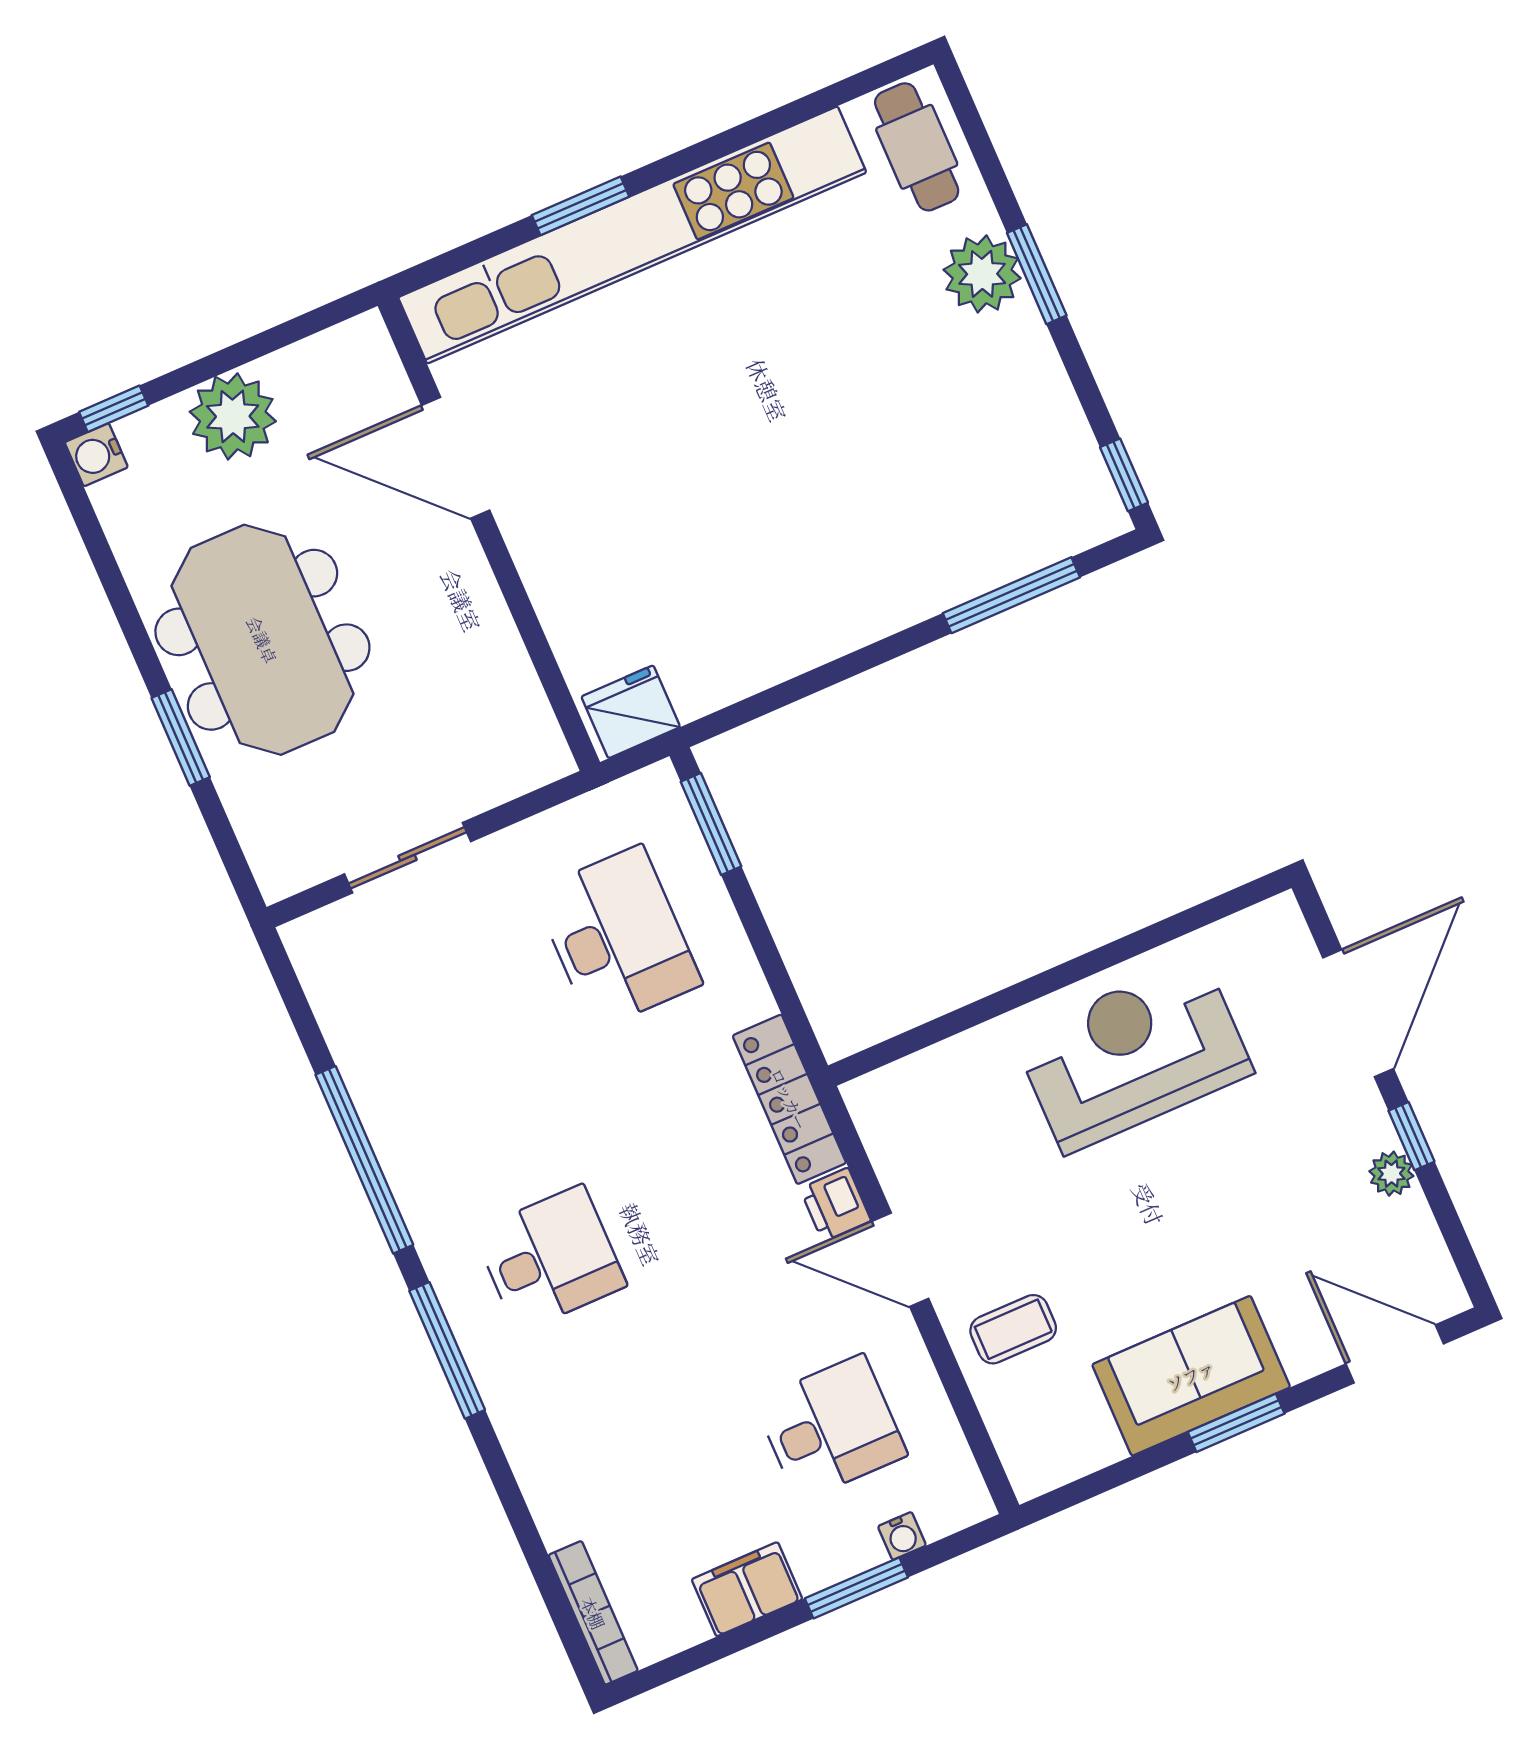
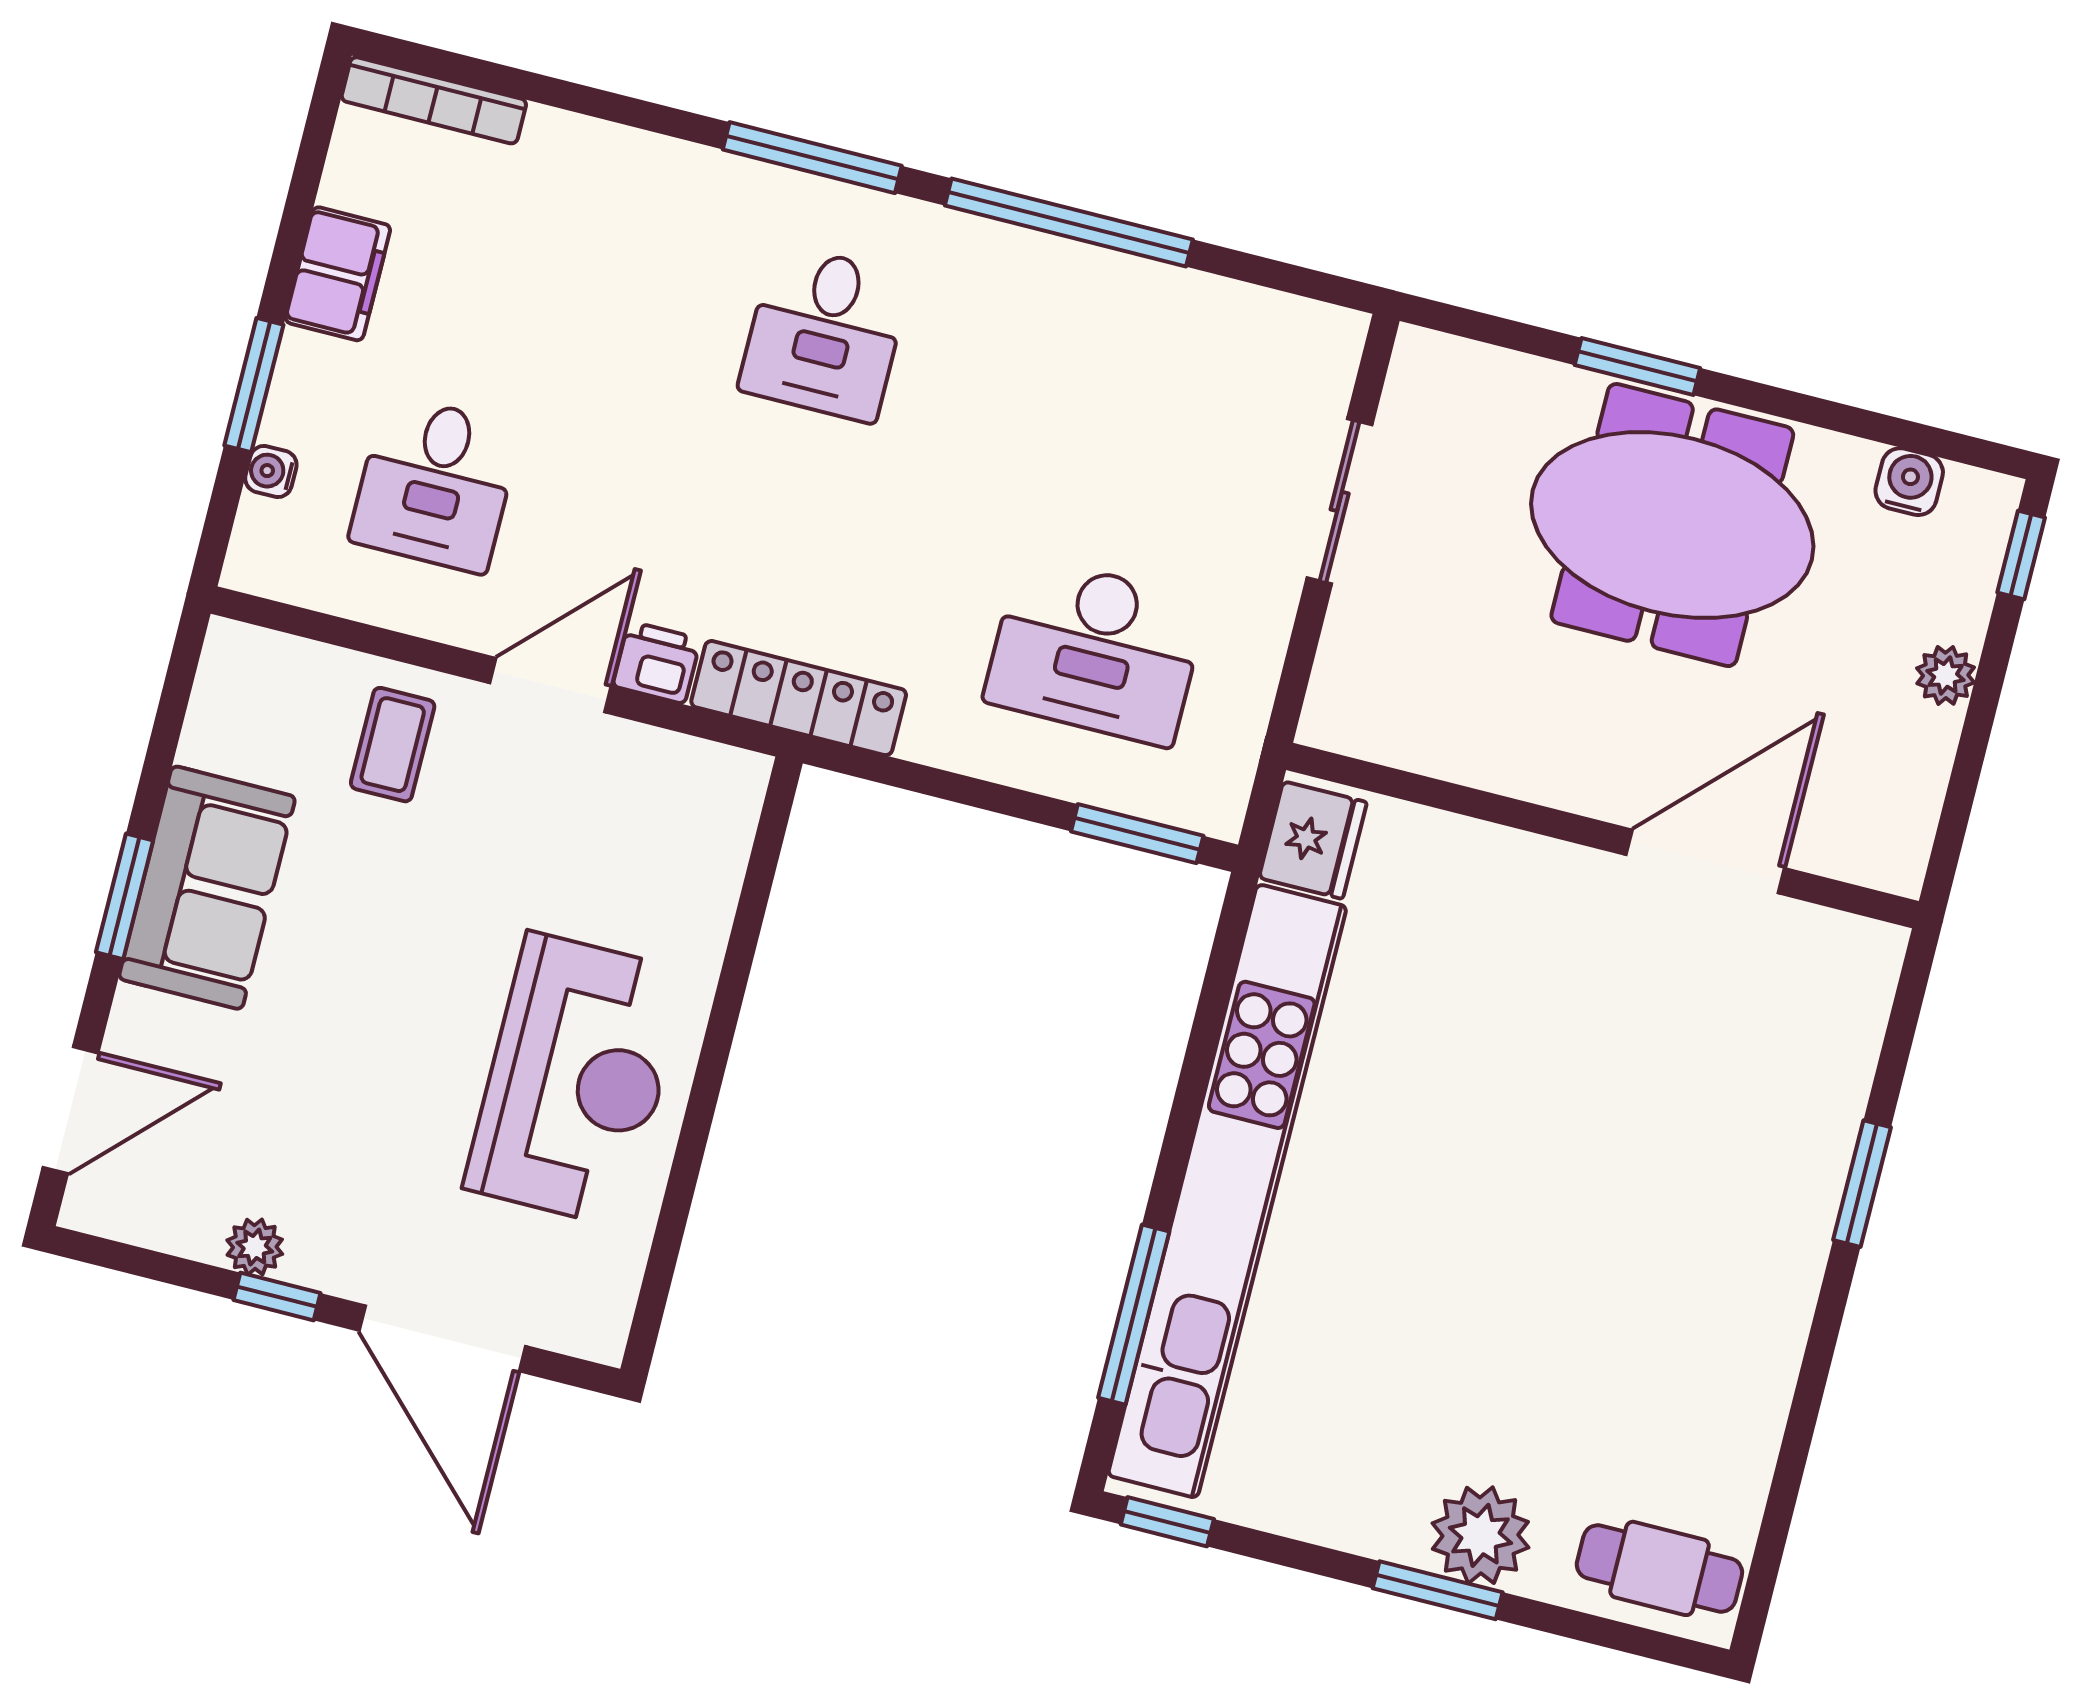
kitchen unit: (632, 235) -> (1227, 1191), moved, turned 180
plant: (233, 416) -> (1946, 675), width x0.53, depth x0.53
water cooler: (96, 455) -> (1909, 482), moved

